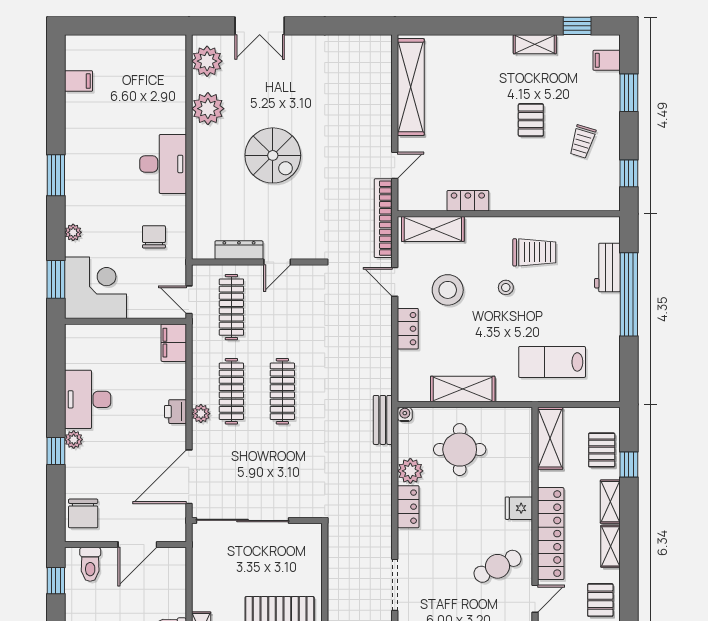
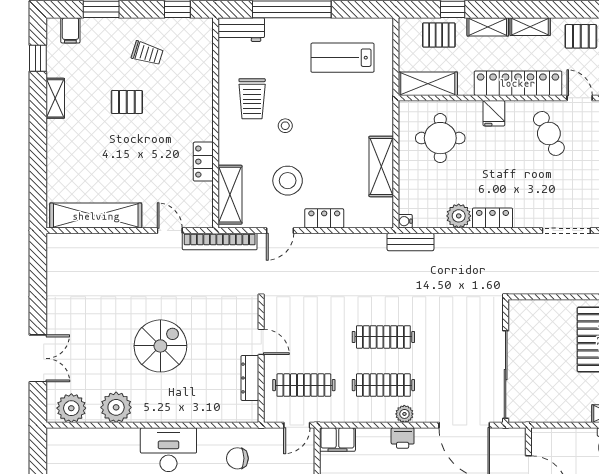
trolley: (534, 252) -> (252, 99), turned 180
workbench: (607, 268) -> (241, 30), moved
lab bench: (552, 362) -> (342, 58), moved, turned 90
round table: (460, 450) -> (440, 138), moved

